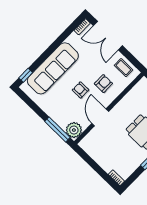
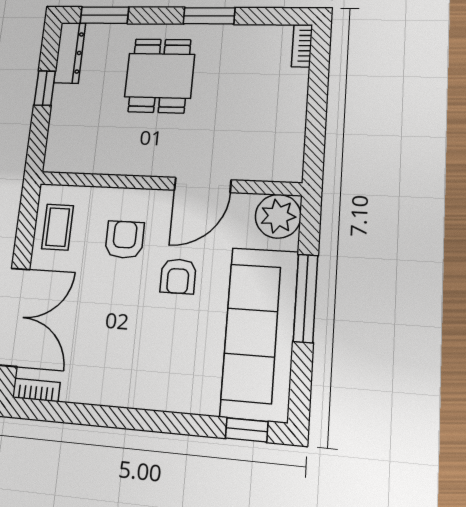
sofa: (53, 68) -> (260, 333), moved, turned -90
armchair: (103, 84) -> (125, 240), turned 90
window: (57, 129) -> (306, 298), moved

